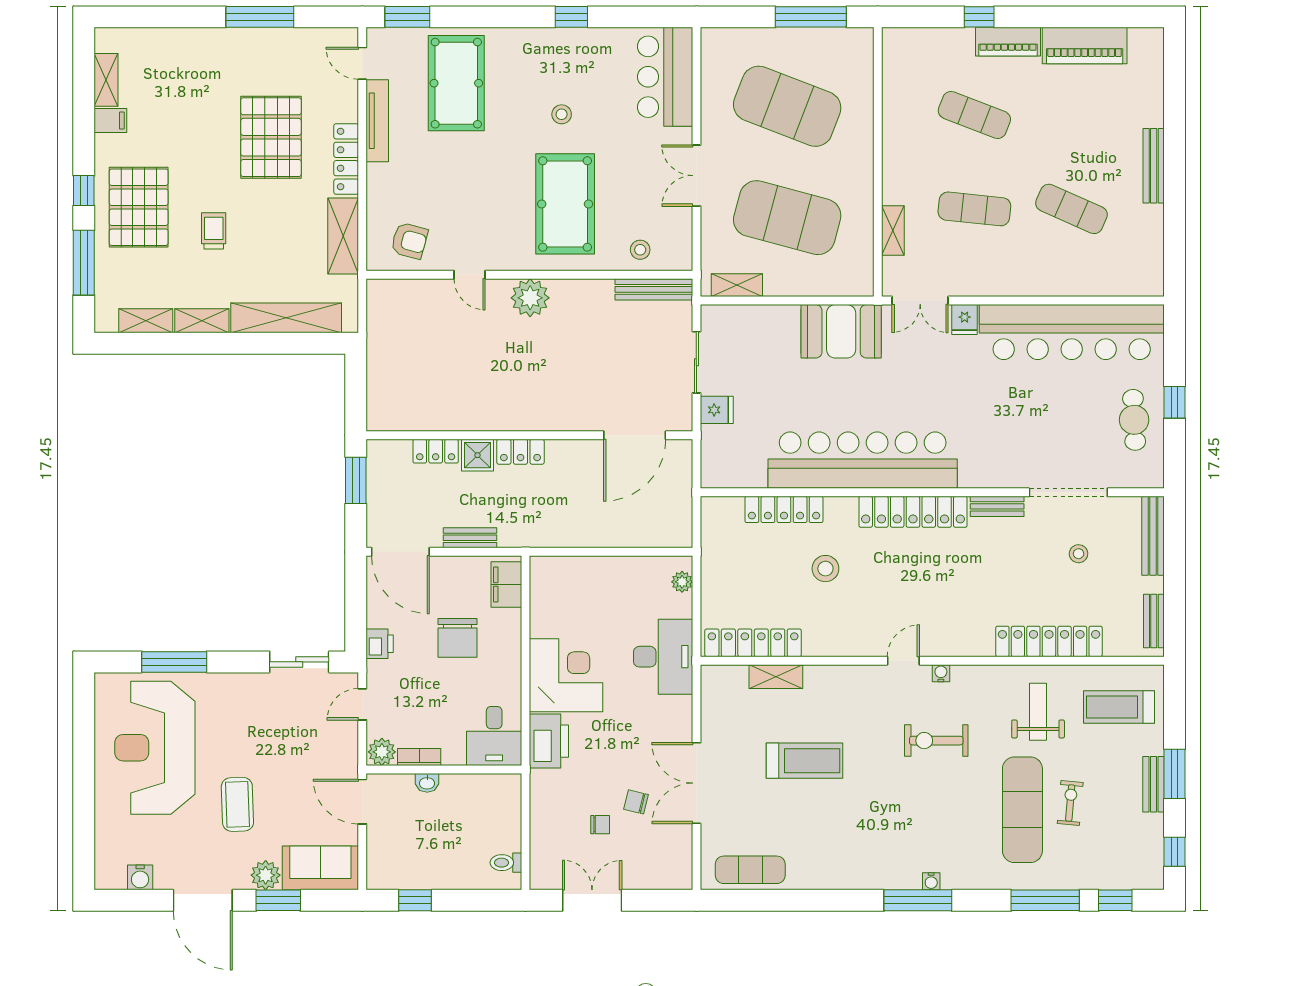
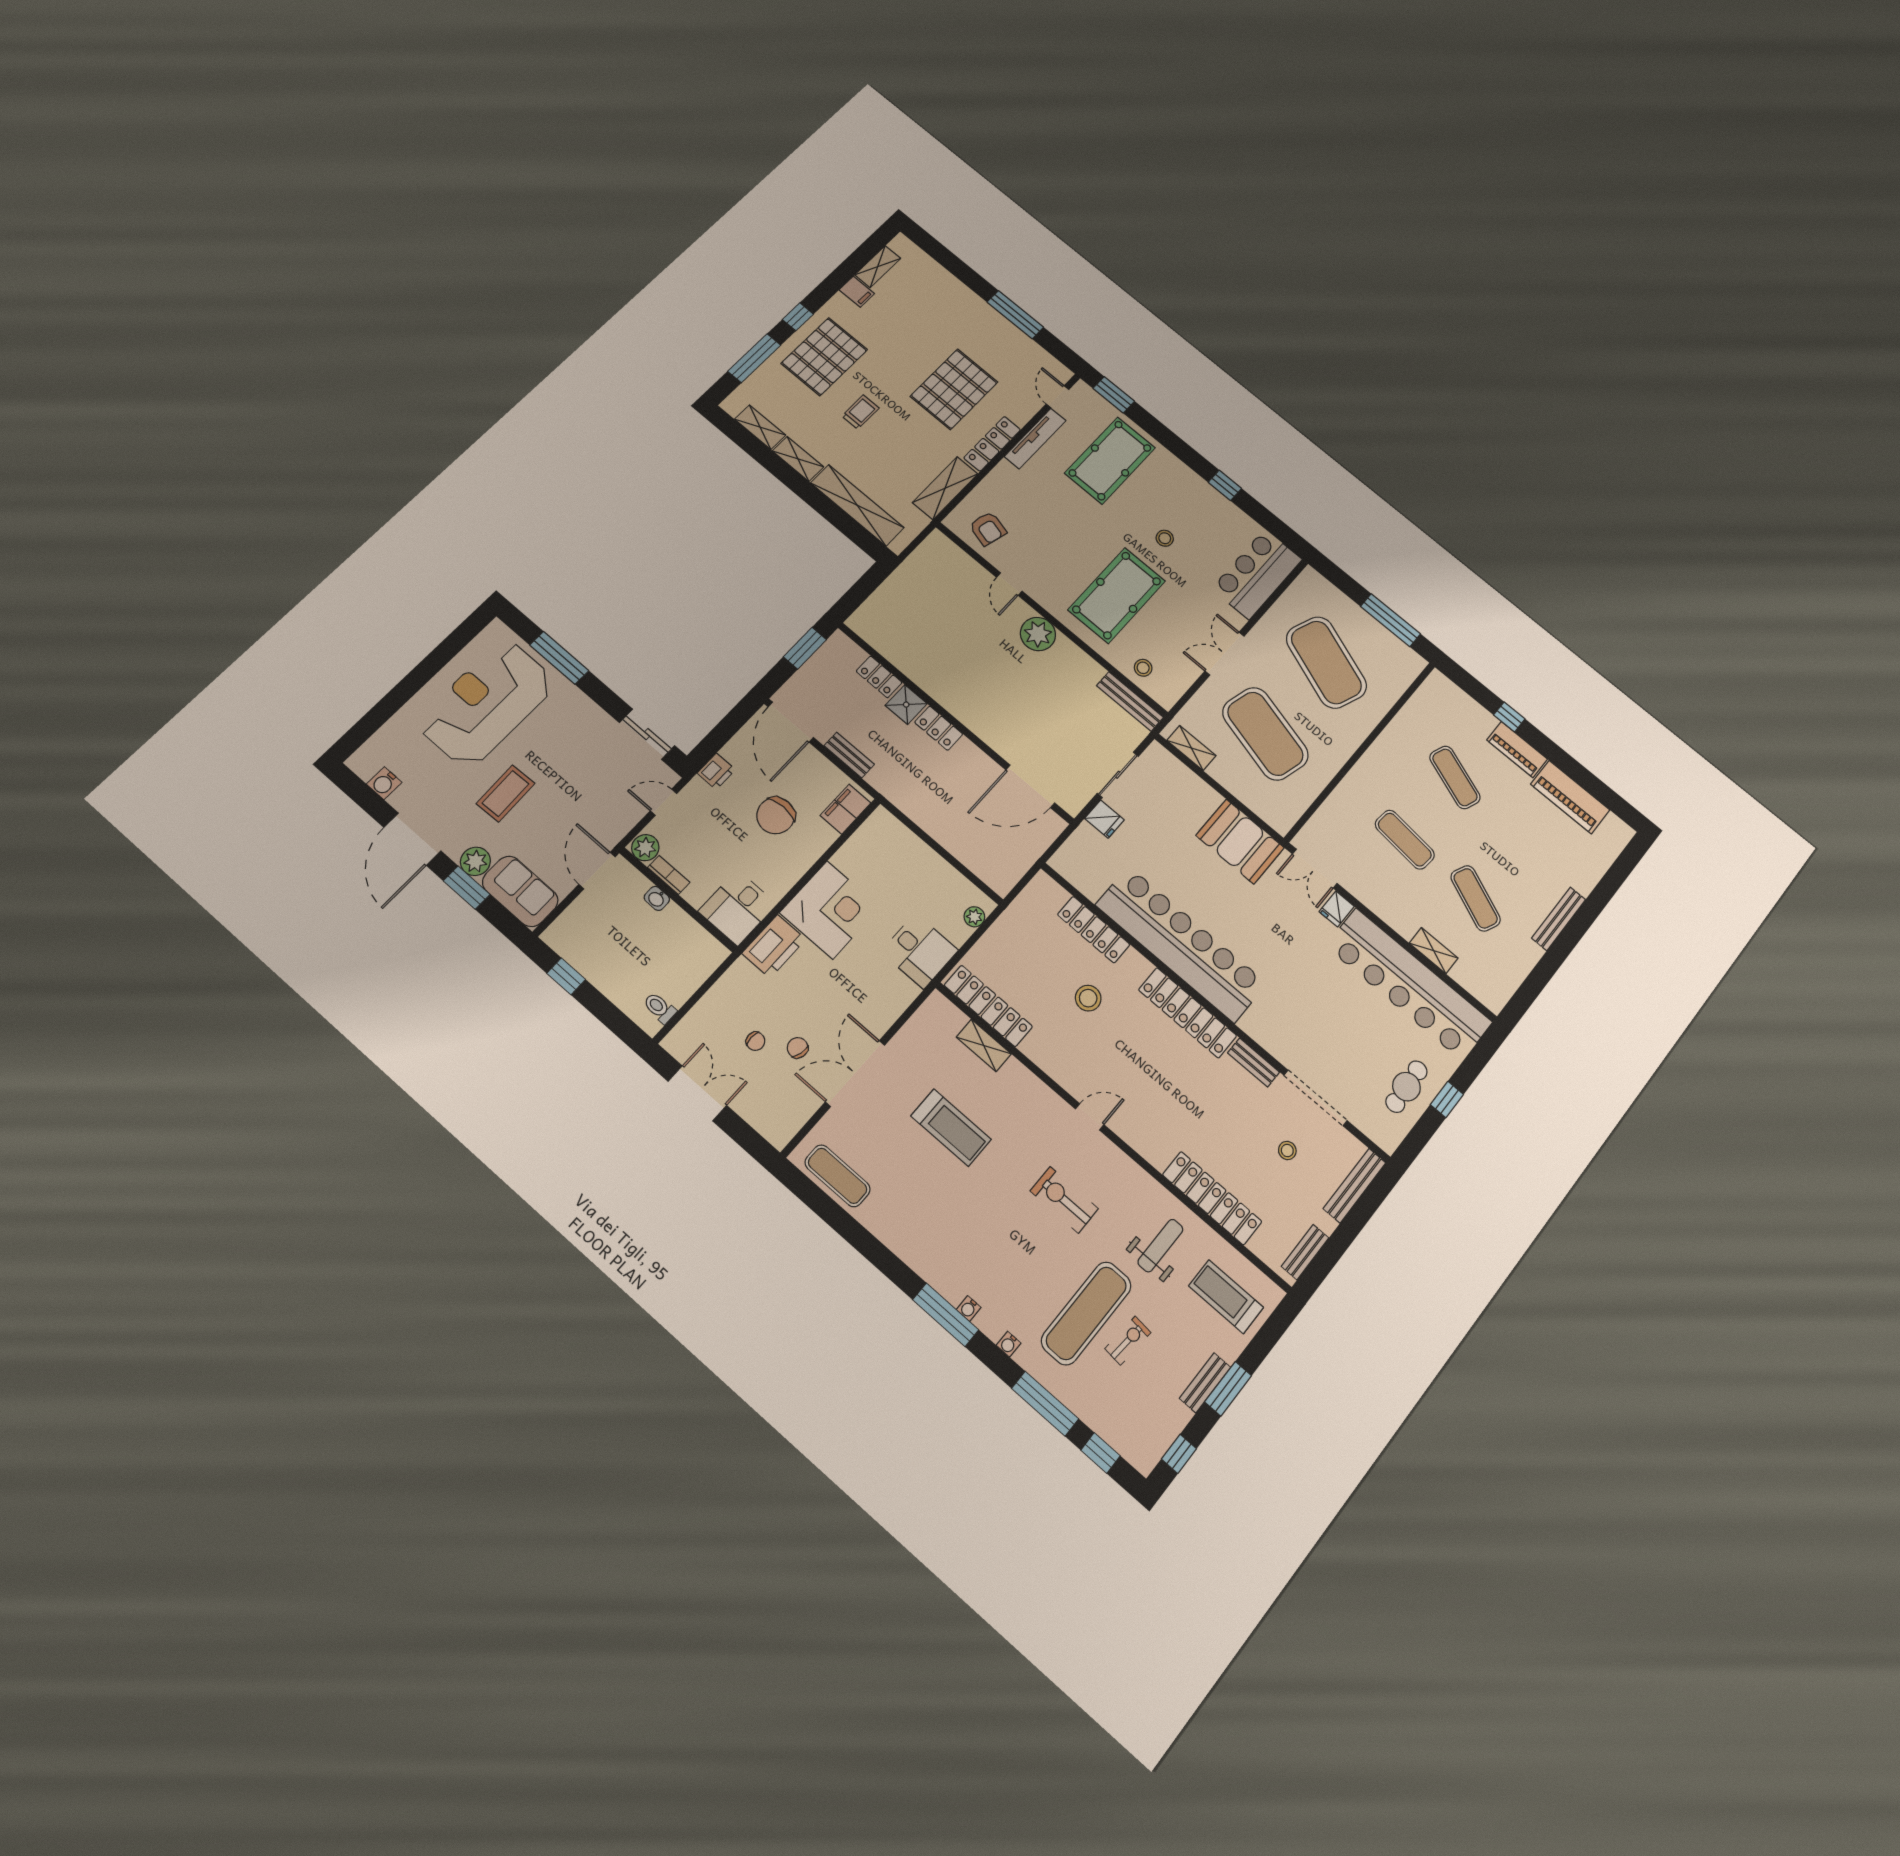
shelving: (893, 230) -> (1434, 951), moved, turned 90
desk: (663, 657) -> (920, 951), width x0.73
water cooler: (941, 673) -> (1009, 1344), moved, turned 180

